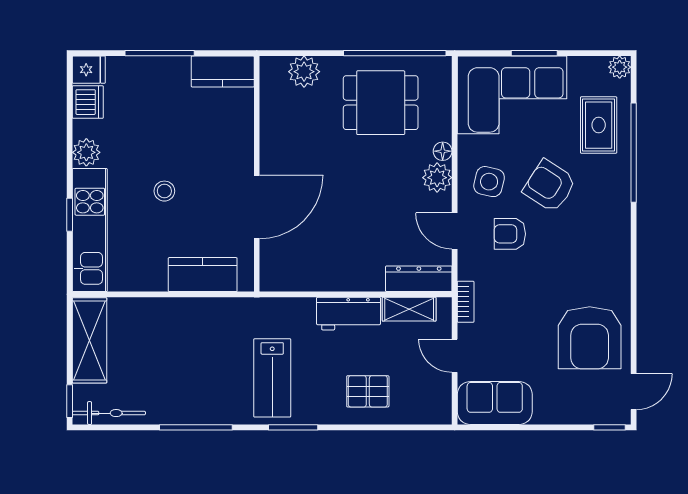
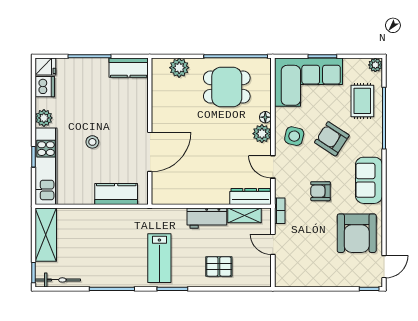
armchair: (510, 234) -> (321, 191), moved
sofa: (495, 403) -> (369, 180), moved, turned -90

